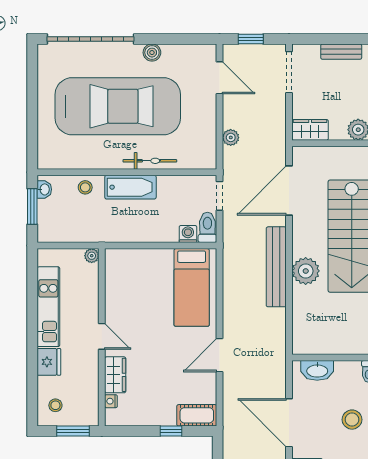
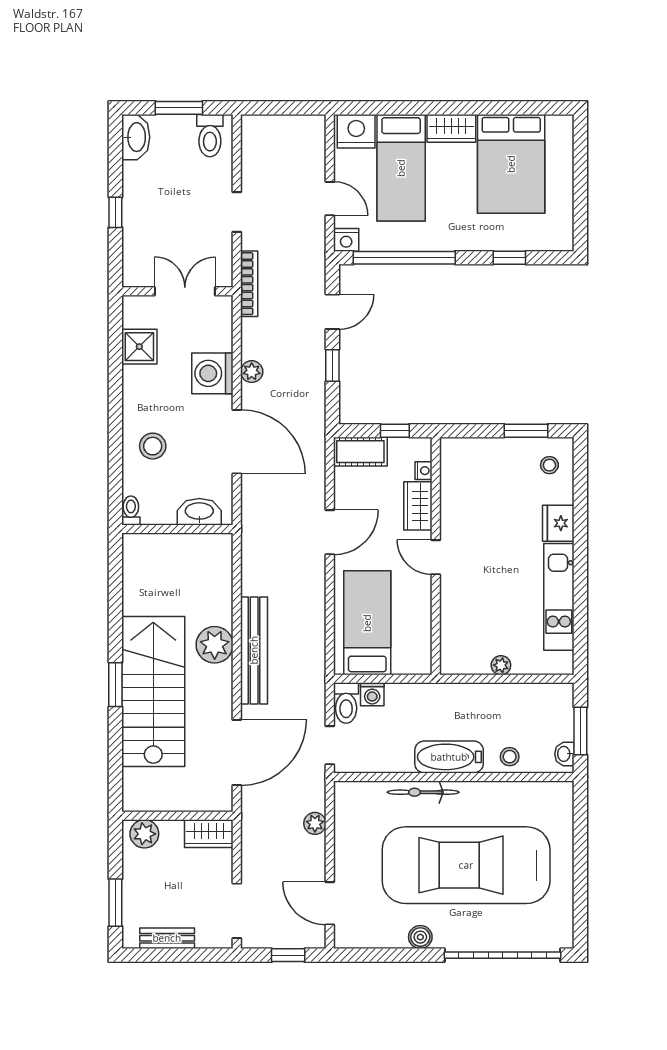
door: (102, 336) -> (436, 557), moved
wall: (102, 337) -> (436, 556), moved
wardrobe: (115, 375) -> (418, 506), moved
nightstand: (111, 401) -> (423, 471), moved

